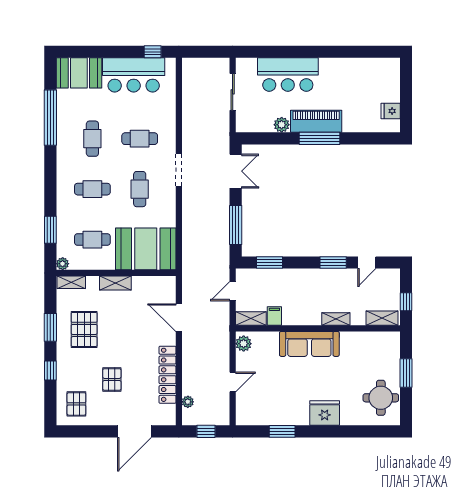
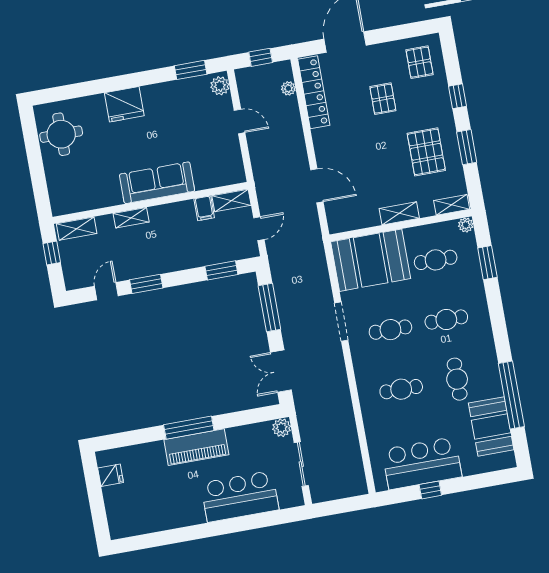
window: (153, 52) -> (430, 490), moved
booth: (79, 73) -> (491, 426), moved, turned 90
plant: (282, 125) -> (282, 428), moved
doorway: (179, 170) -> (341, 322), moved
cafe table: (140, 189) -> (390, 330), turned 90
plant: (244, 344) -> (220, 86), moved
window: (406, 373) -> (37, 169), removed
locker: (167, 375) -> (314, 92), moved
door: (233, 382) -> (240, 121), swing flipped
window: (282, 431) -> (191, 70), moved

